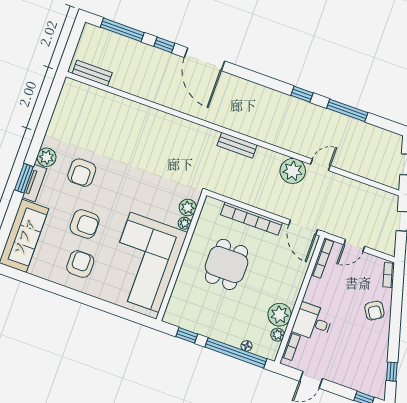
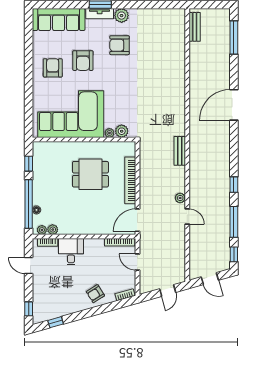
window: (164, 45) -> (234, 254), moved
plant: (293, 171) -> (180, 198), width x0.53, depth x0.53
armchair: (80, 264) -> (53, 68), turned -90
plant: (280, 315) -> (42, 230), moved, width x0.53, depth x0.53

